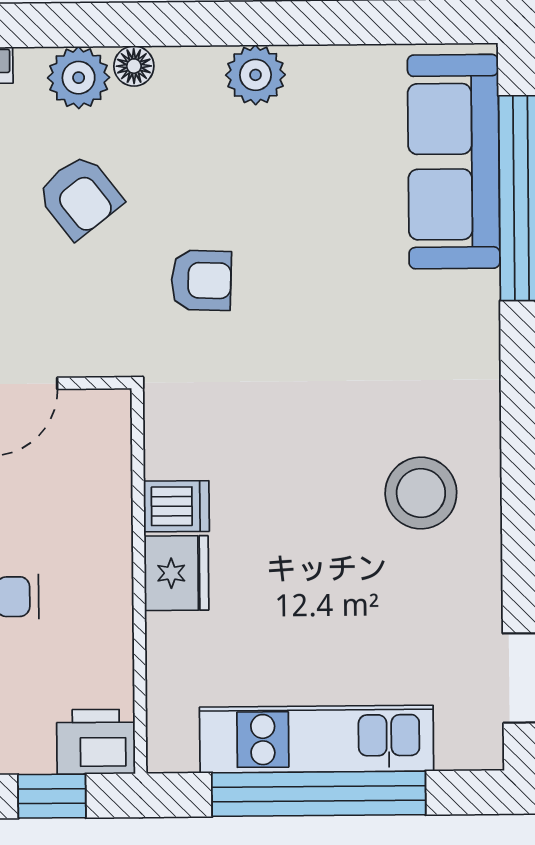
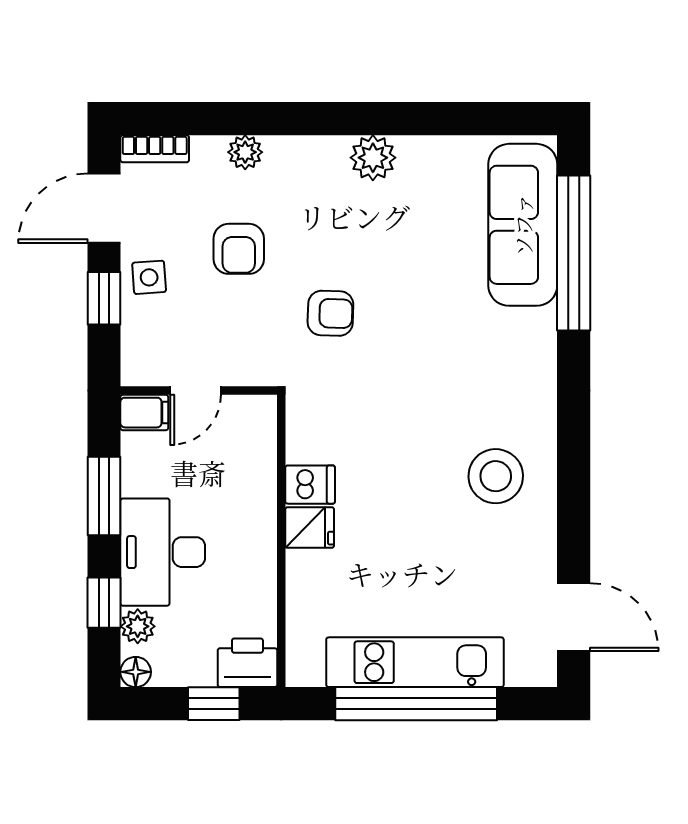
floor lamp: (134, 66) -> (281, 150), removed
plant: (79, 78) -> (245, 152), width x0.73, depth x0.73
armchair: (80, 196) -> (239, 249), turned 38
fridge: (176, 573) -> (310, 527), width x0.72

